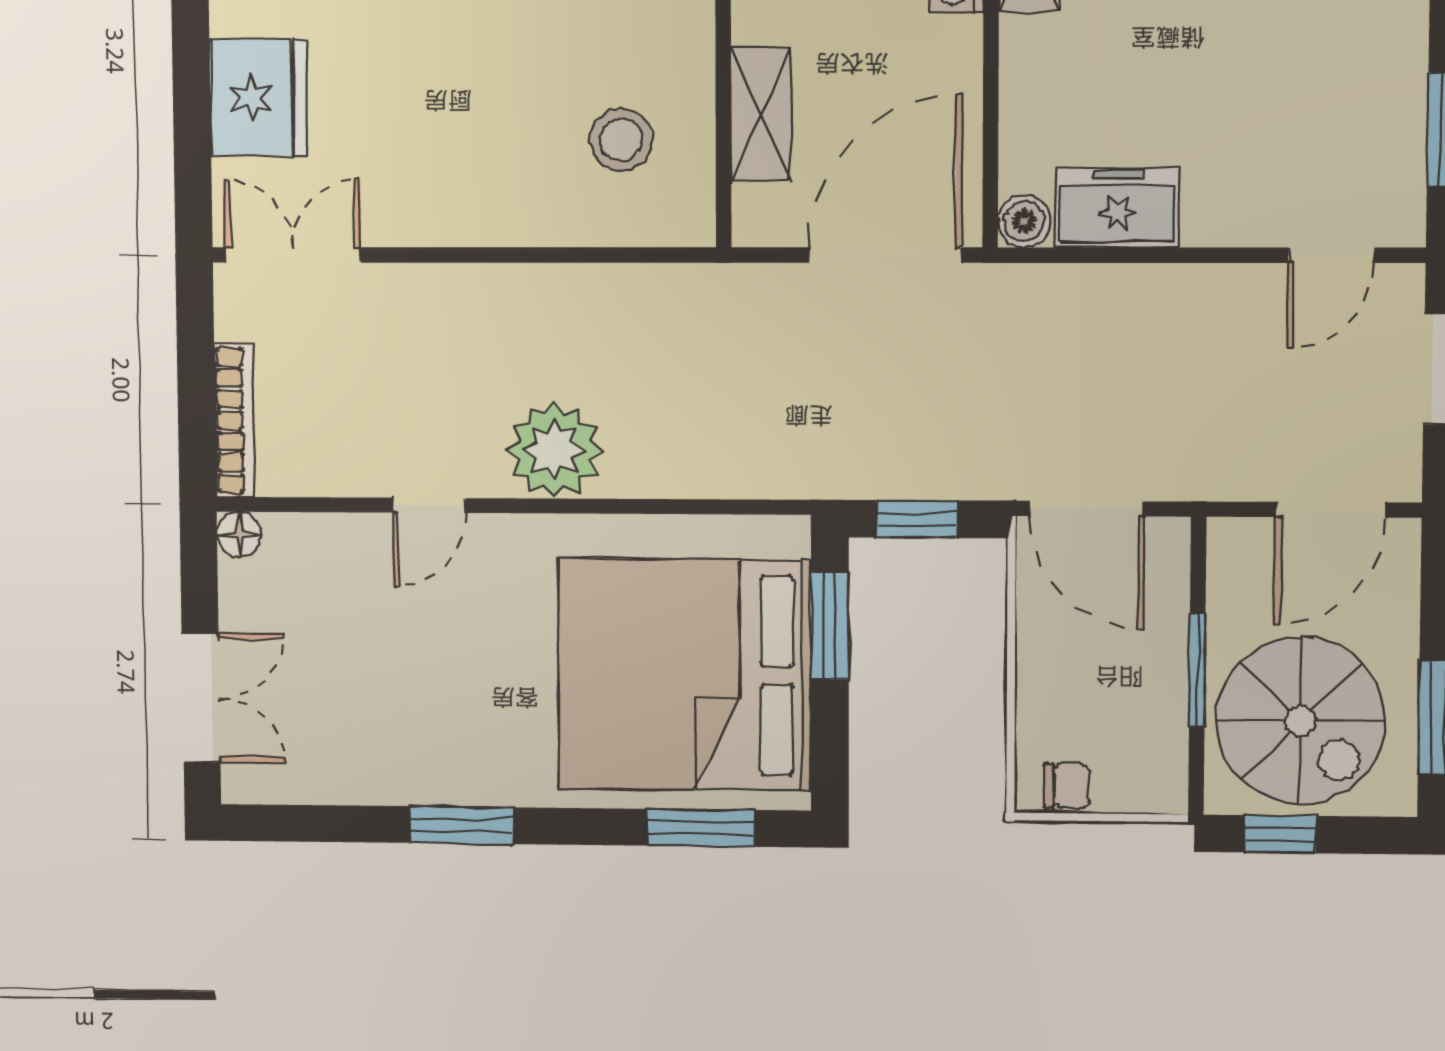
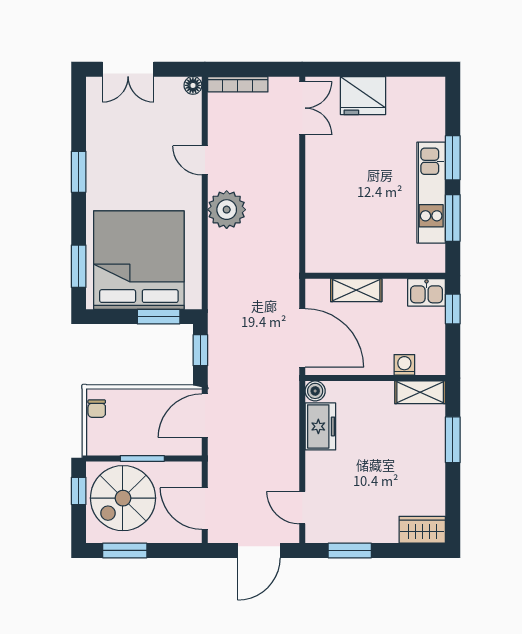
stool: (621, 140) -> (347, 236), removed

